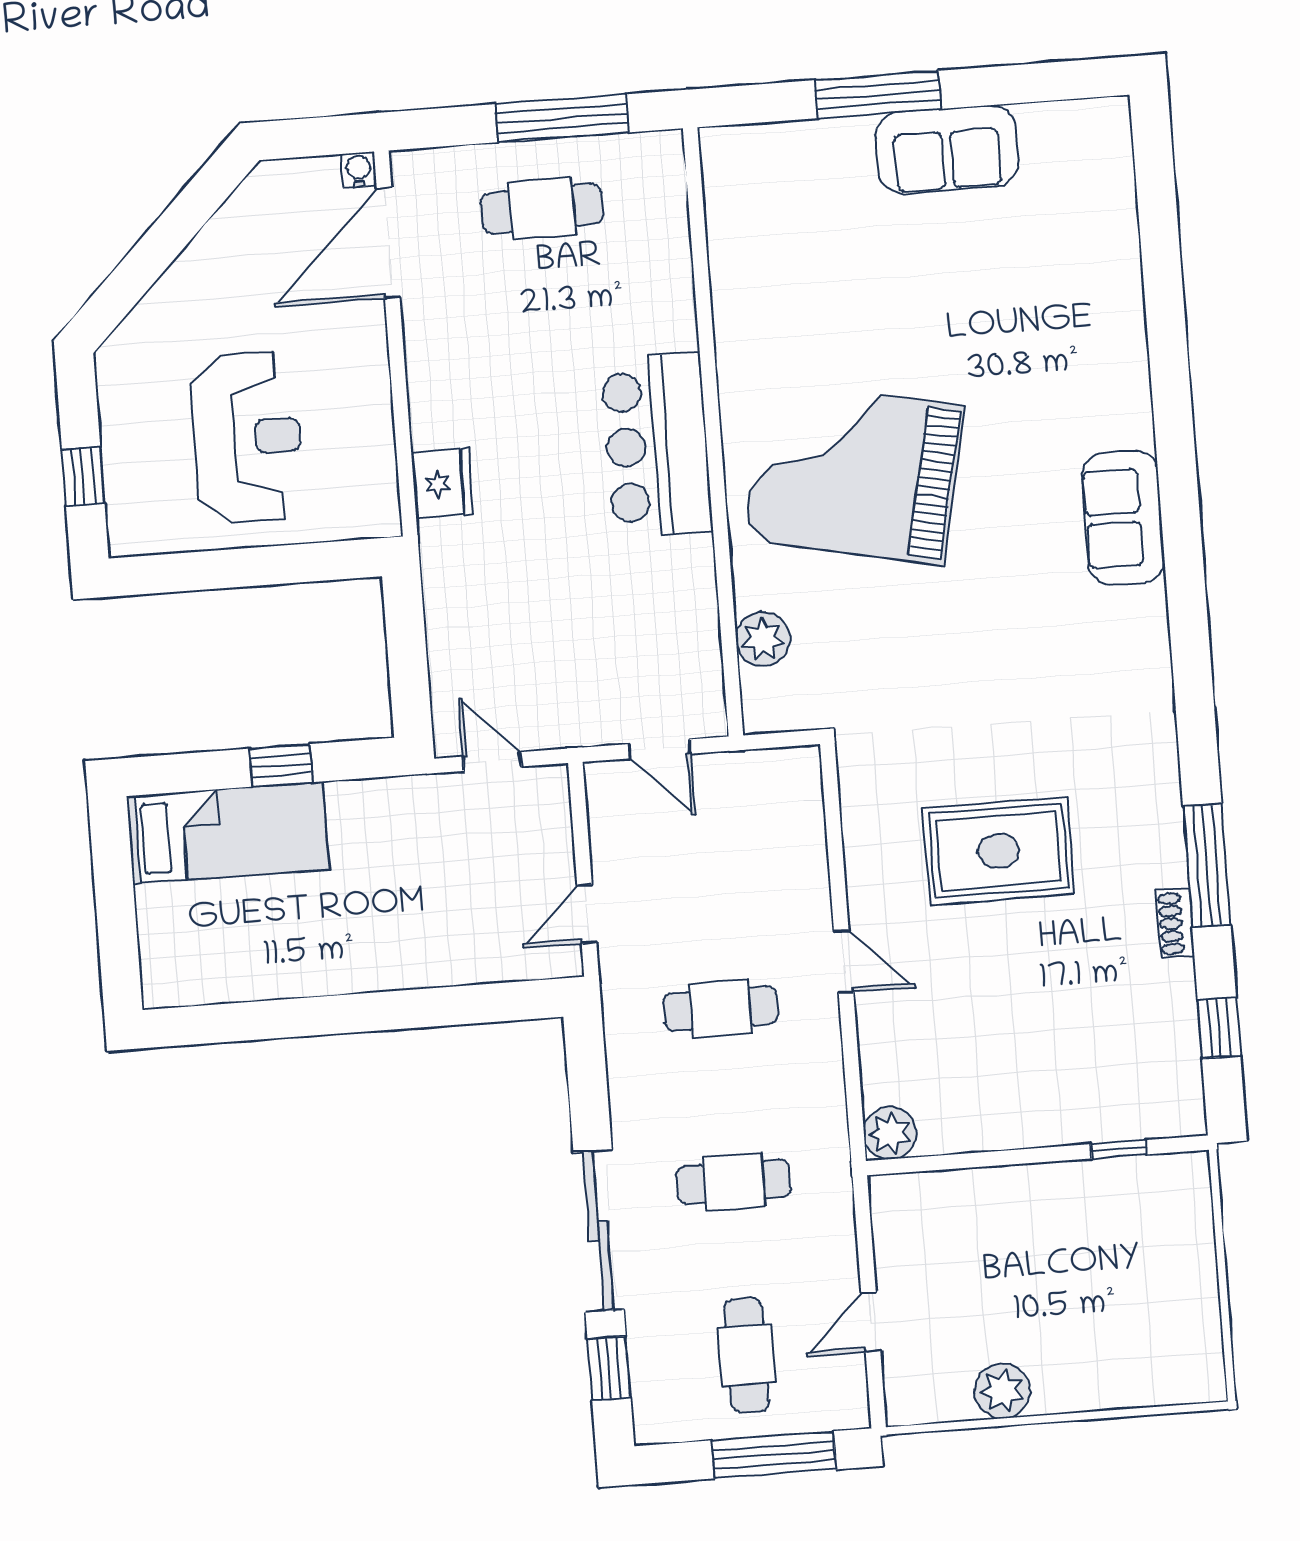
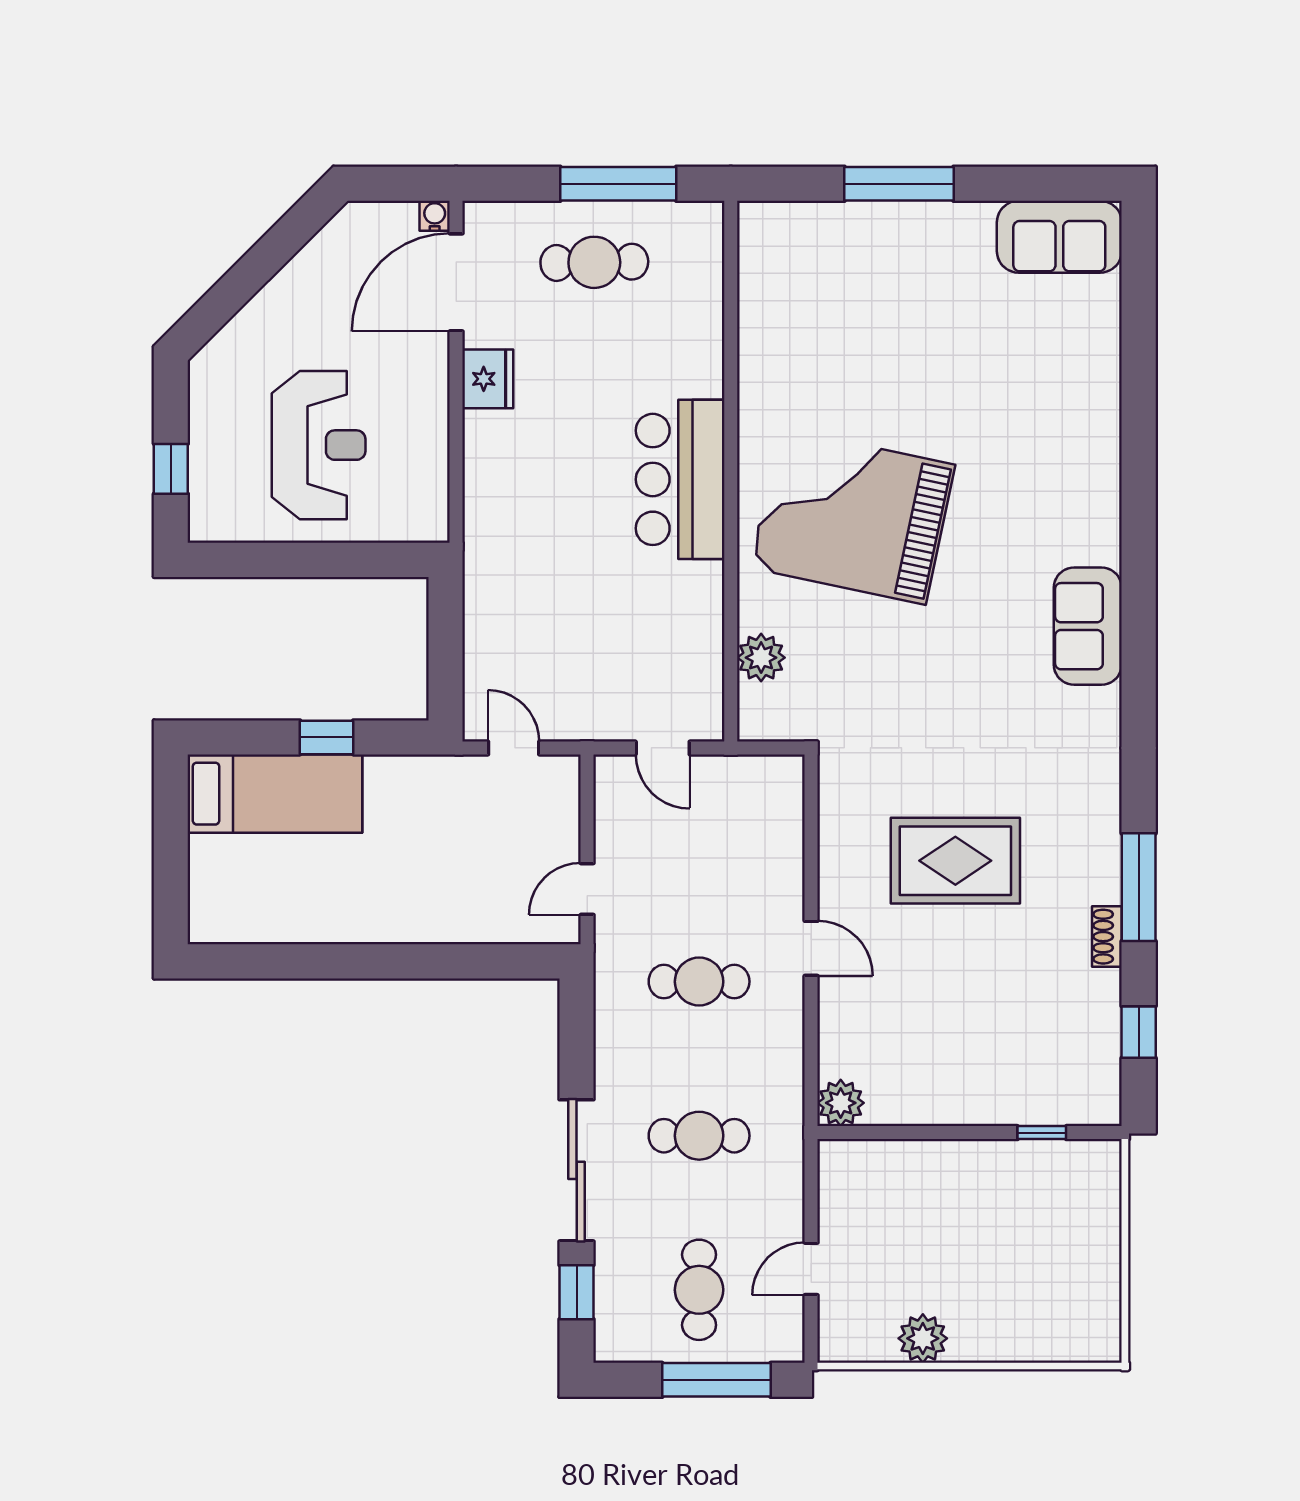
sofa: (947, 149) -> (1059, 237), moved
fridge: (442, 483) -> (488, 379), moved
sofa: (1123, 518) -> (1088, 626), moved

